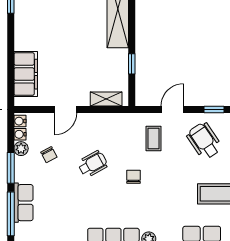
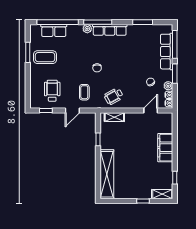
filing cabinet: (26, 74) -> (165, 148), moved
door: (66, 109) -> (151, 111), moved
wheelchair: (204, 141) -> (52, 91), turned -146
wheelchair: (93, 164) -> (114, 96), moved
row of seats: (23, 203) -> (167, 52), width x1.48

